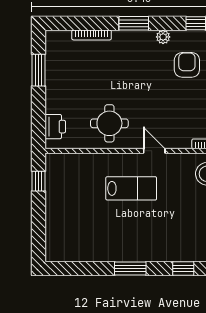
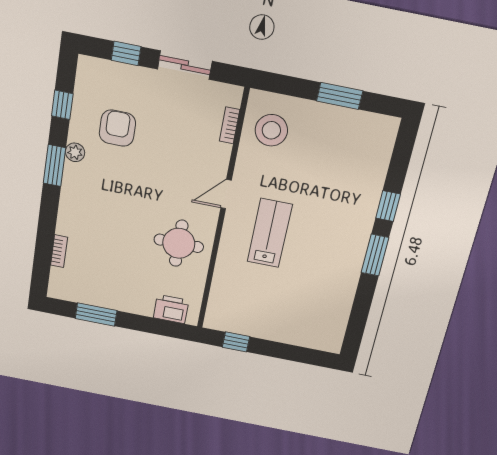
window: (134, 23) -> (55, 165), moved
bookcase: (92, 35) -> (59, 251), width x0.64
armchair: (187, 65) -> (117, 128), turned 90
window: (183, 269) -> (388, 206), moved

